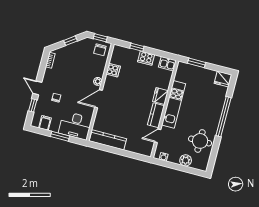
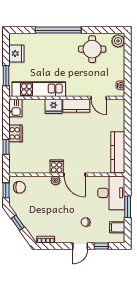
cooker: (113, 70) -> (57, 167), moved
fridge: (223, 79) -> (16, 53), moved
kitchen unit: (174, 104) -> (39, 89), moved
plant: (186, 160) -> (118, 41), moved

